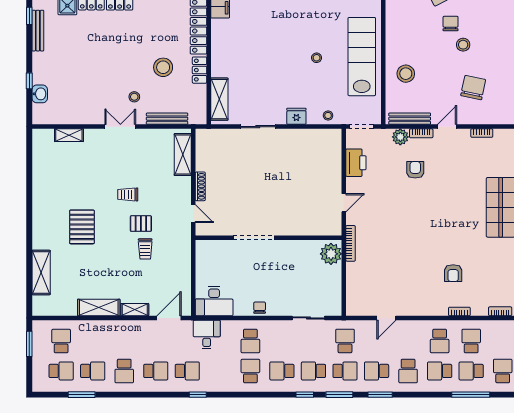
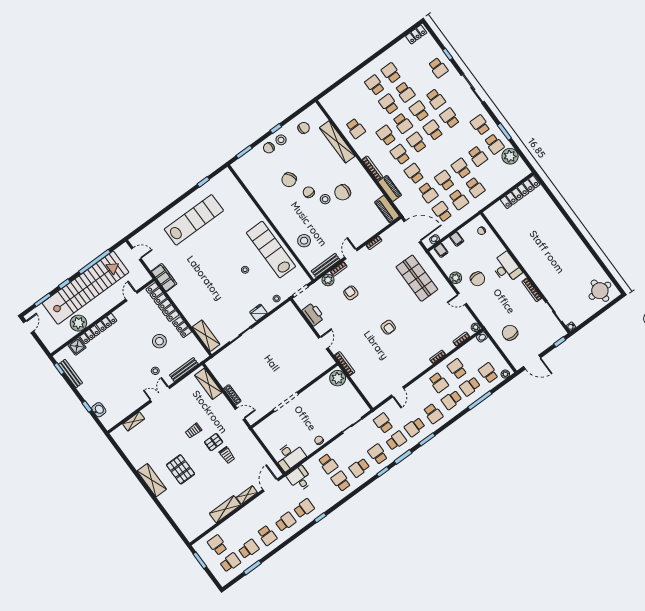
chair: (473, 88) -> (343, 192), moved, turned -102
shelving: (41, 272) -> (152, 480), moved
armchair: (453, 273) -> (388, 327), moved
school desk: (313, 371) -> (378, 454), turned 90

